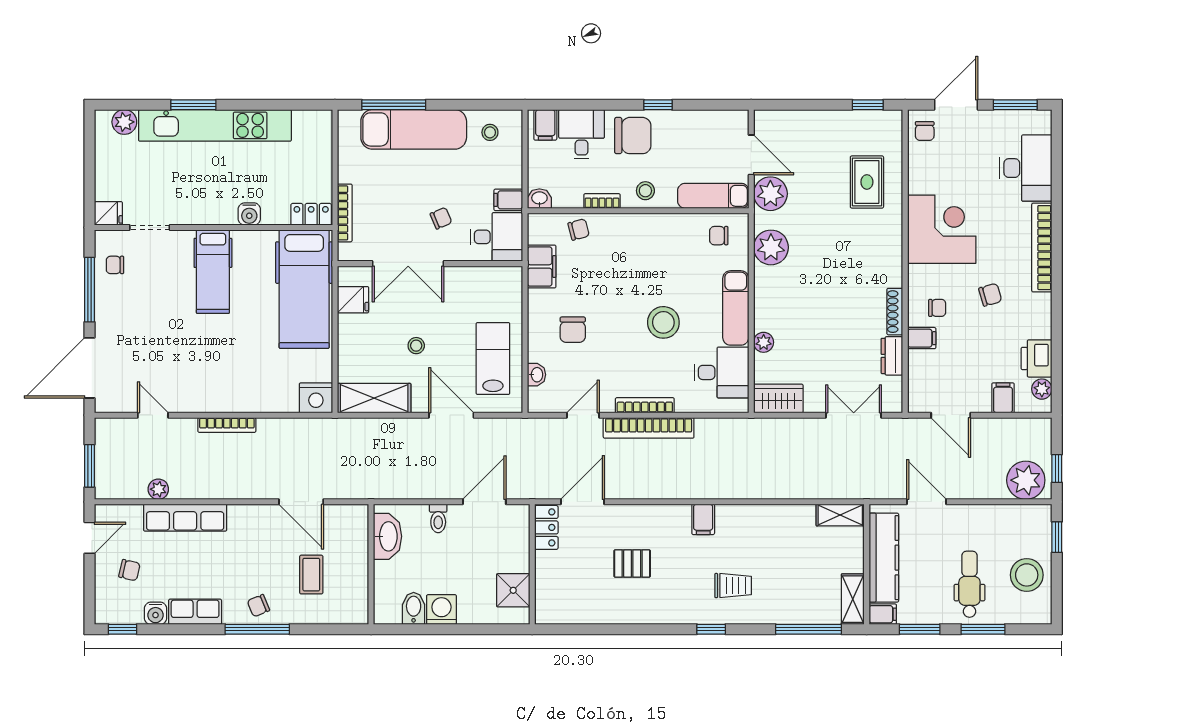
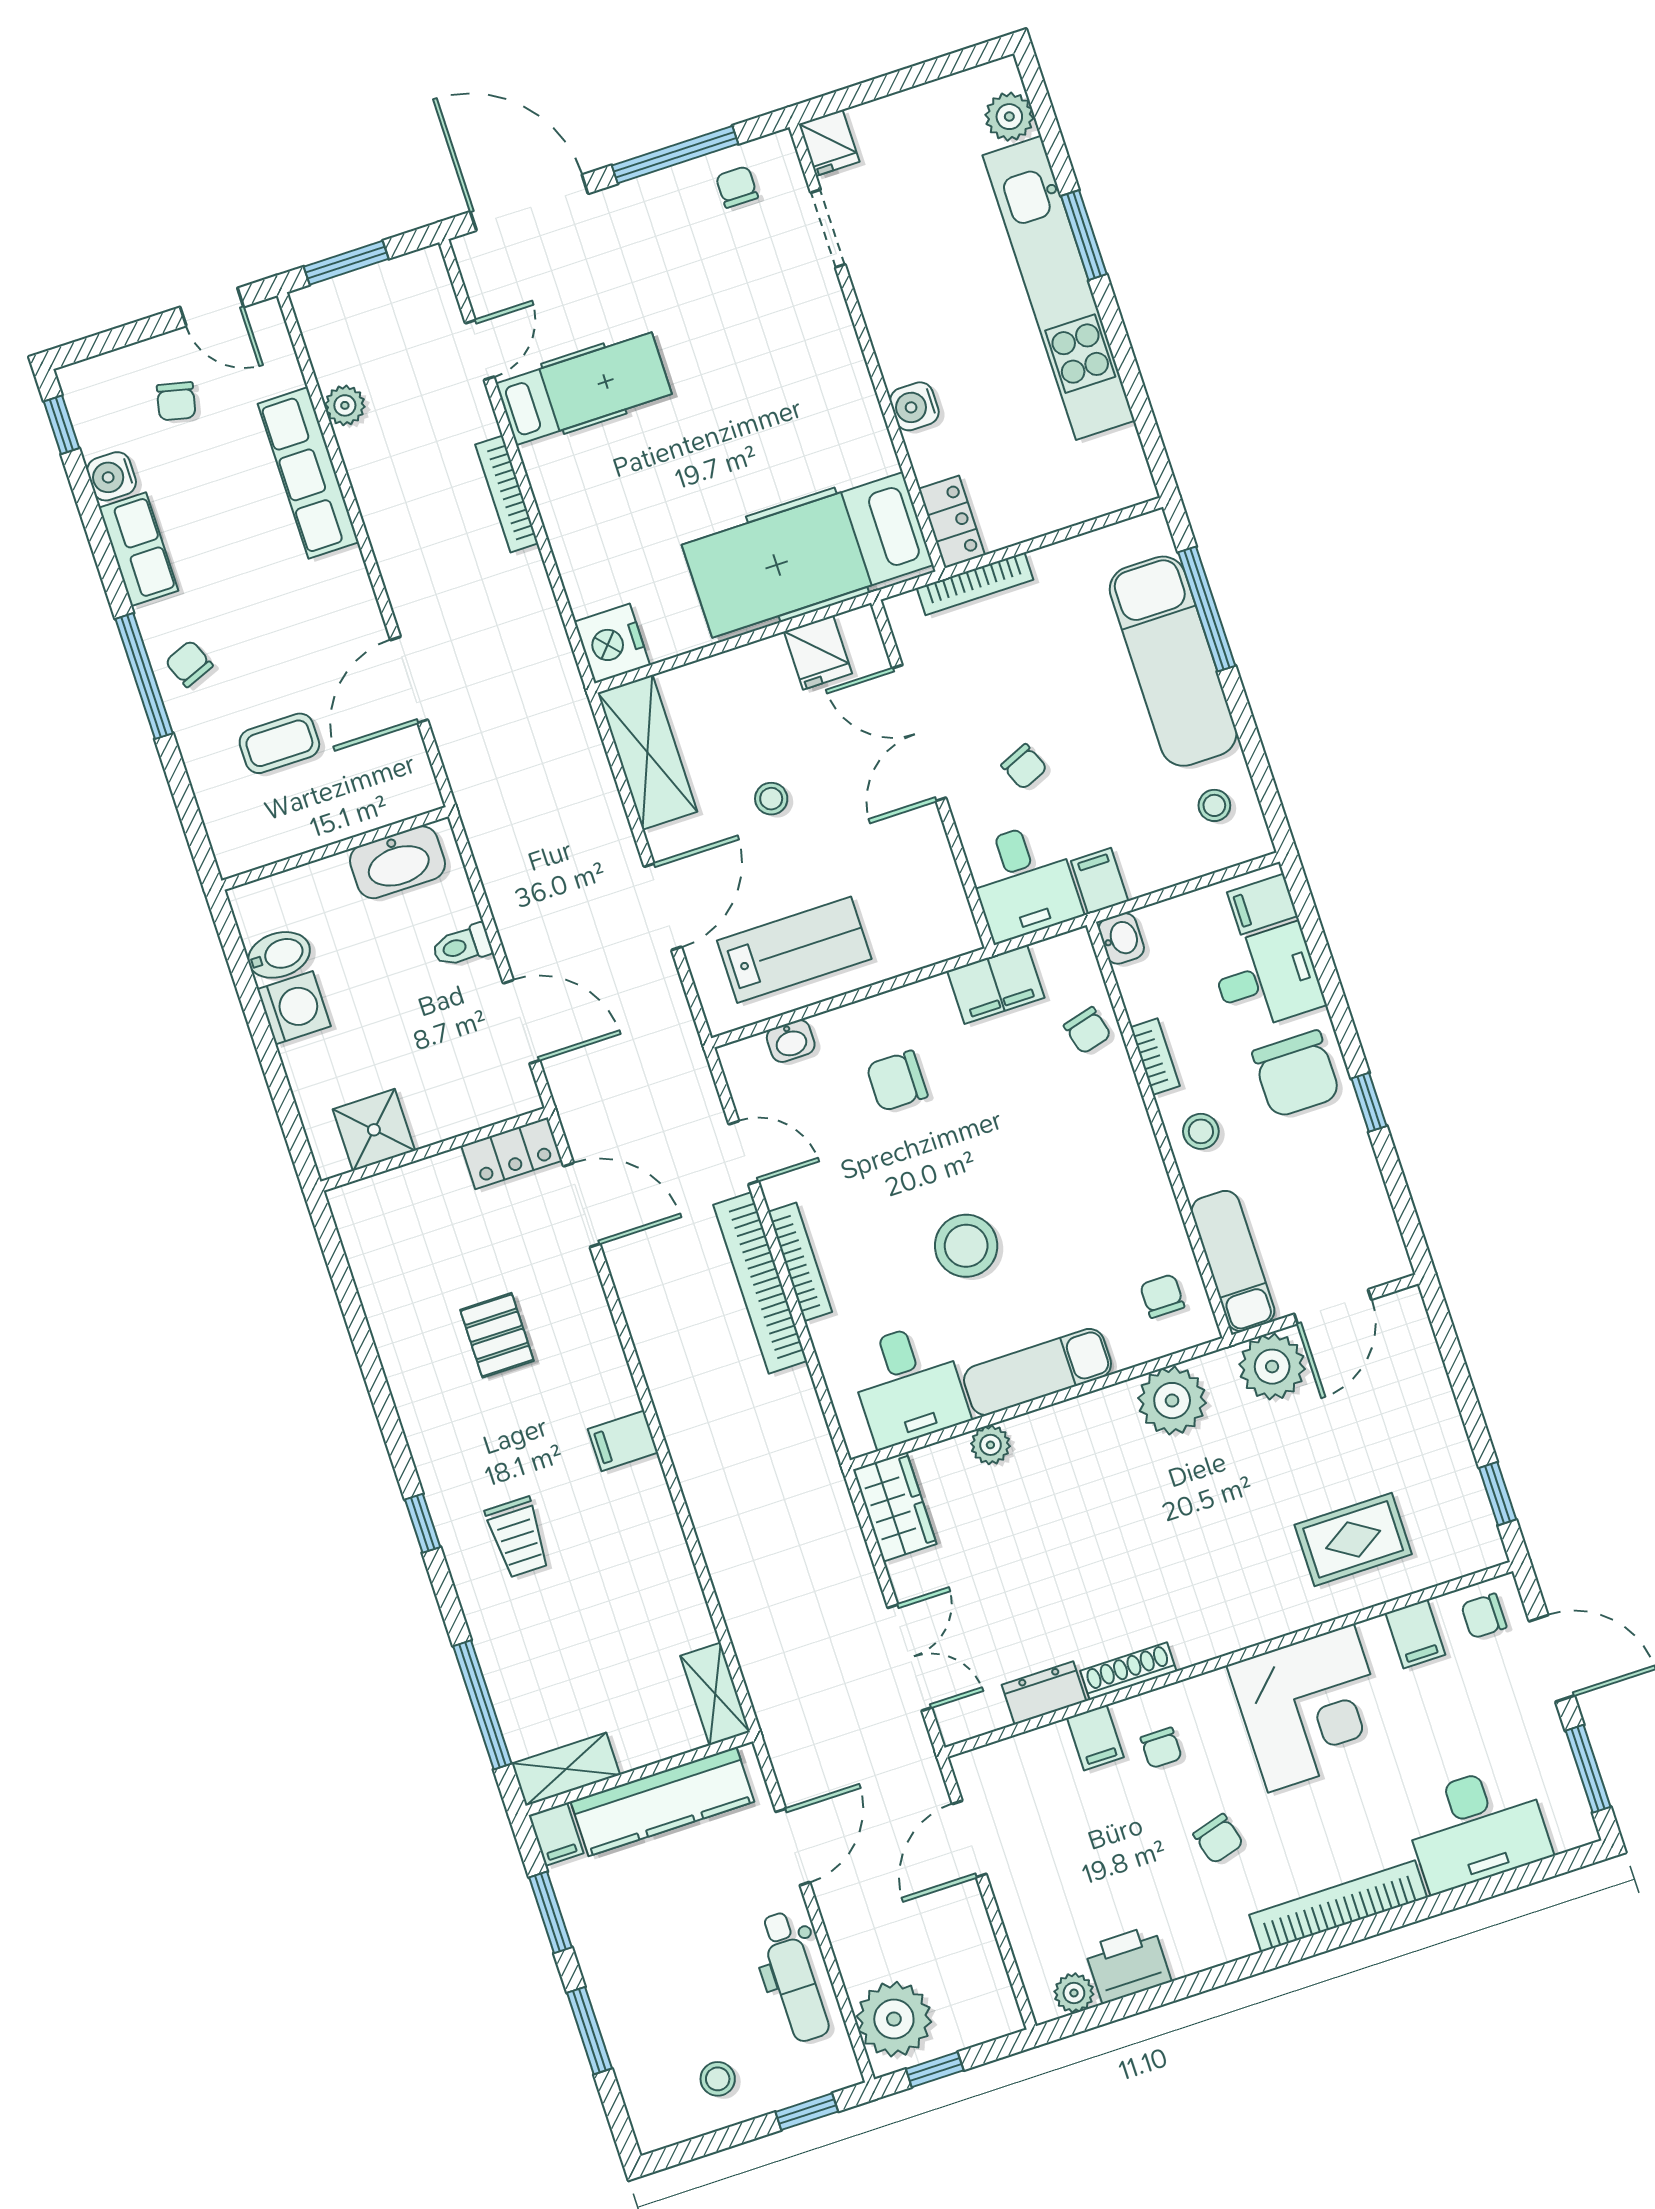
hospital bed: (213, 272) -> (584, 389), moved, turned 180
filing cabinet: (1003, 398) -> (1415, 1634), moved, turned 90
stool: (1027, 575) -> (718, 2079), width x0.53, depth x0.53
dental chair: (969, 584) -> (794, 1977), moved, turned 90

